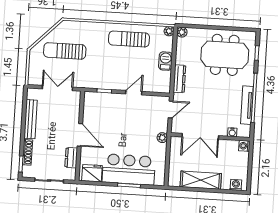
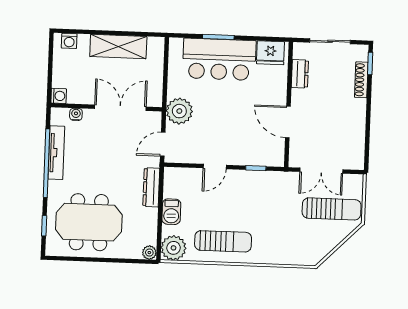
plant: (169, 31) -> (174, 248), width x1.88, depth x1.88
sun lounger: (65, 51) -> (332, 209), moved
bench: (31, 119) -> (358, 126), removed
door: (80, 135) -> (288, 122), moved
plant: (162, 138) -> (179, 111), width x1.88, depth x1.88

